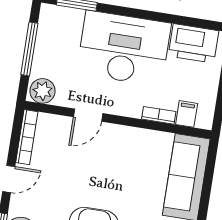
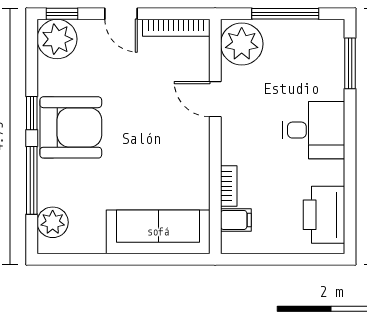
desk: (124, 48) -> (314, 130), width x0.53, depth x0.77
plant: (43, 91) -> (242, 44), width x1.36, depth x1.36

